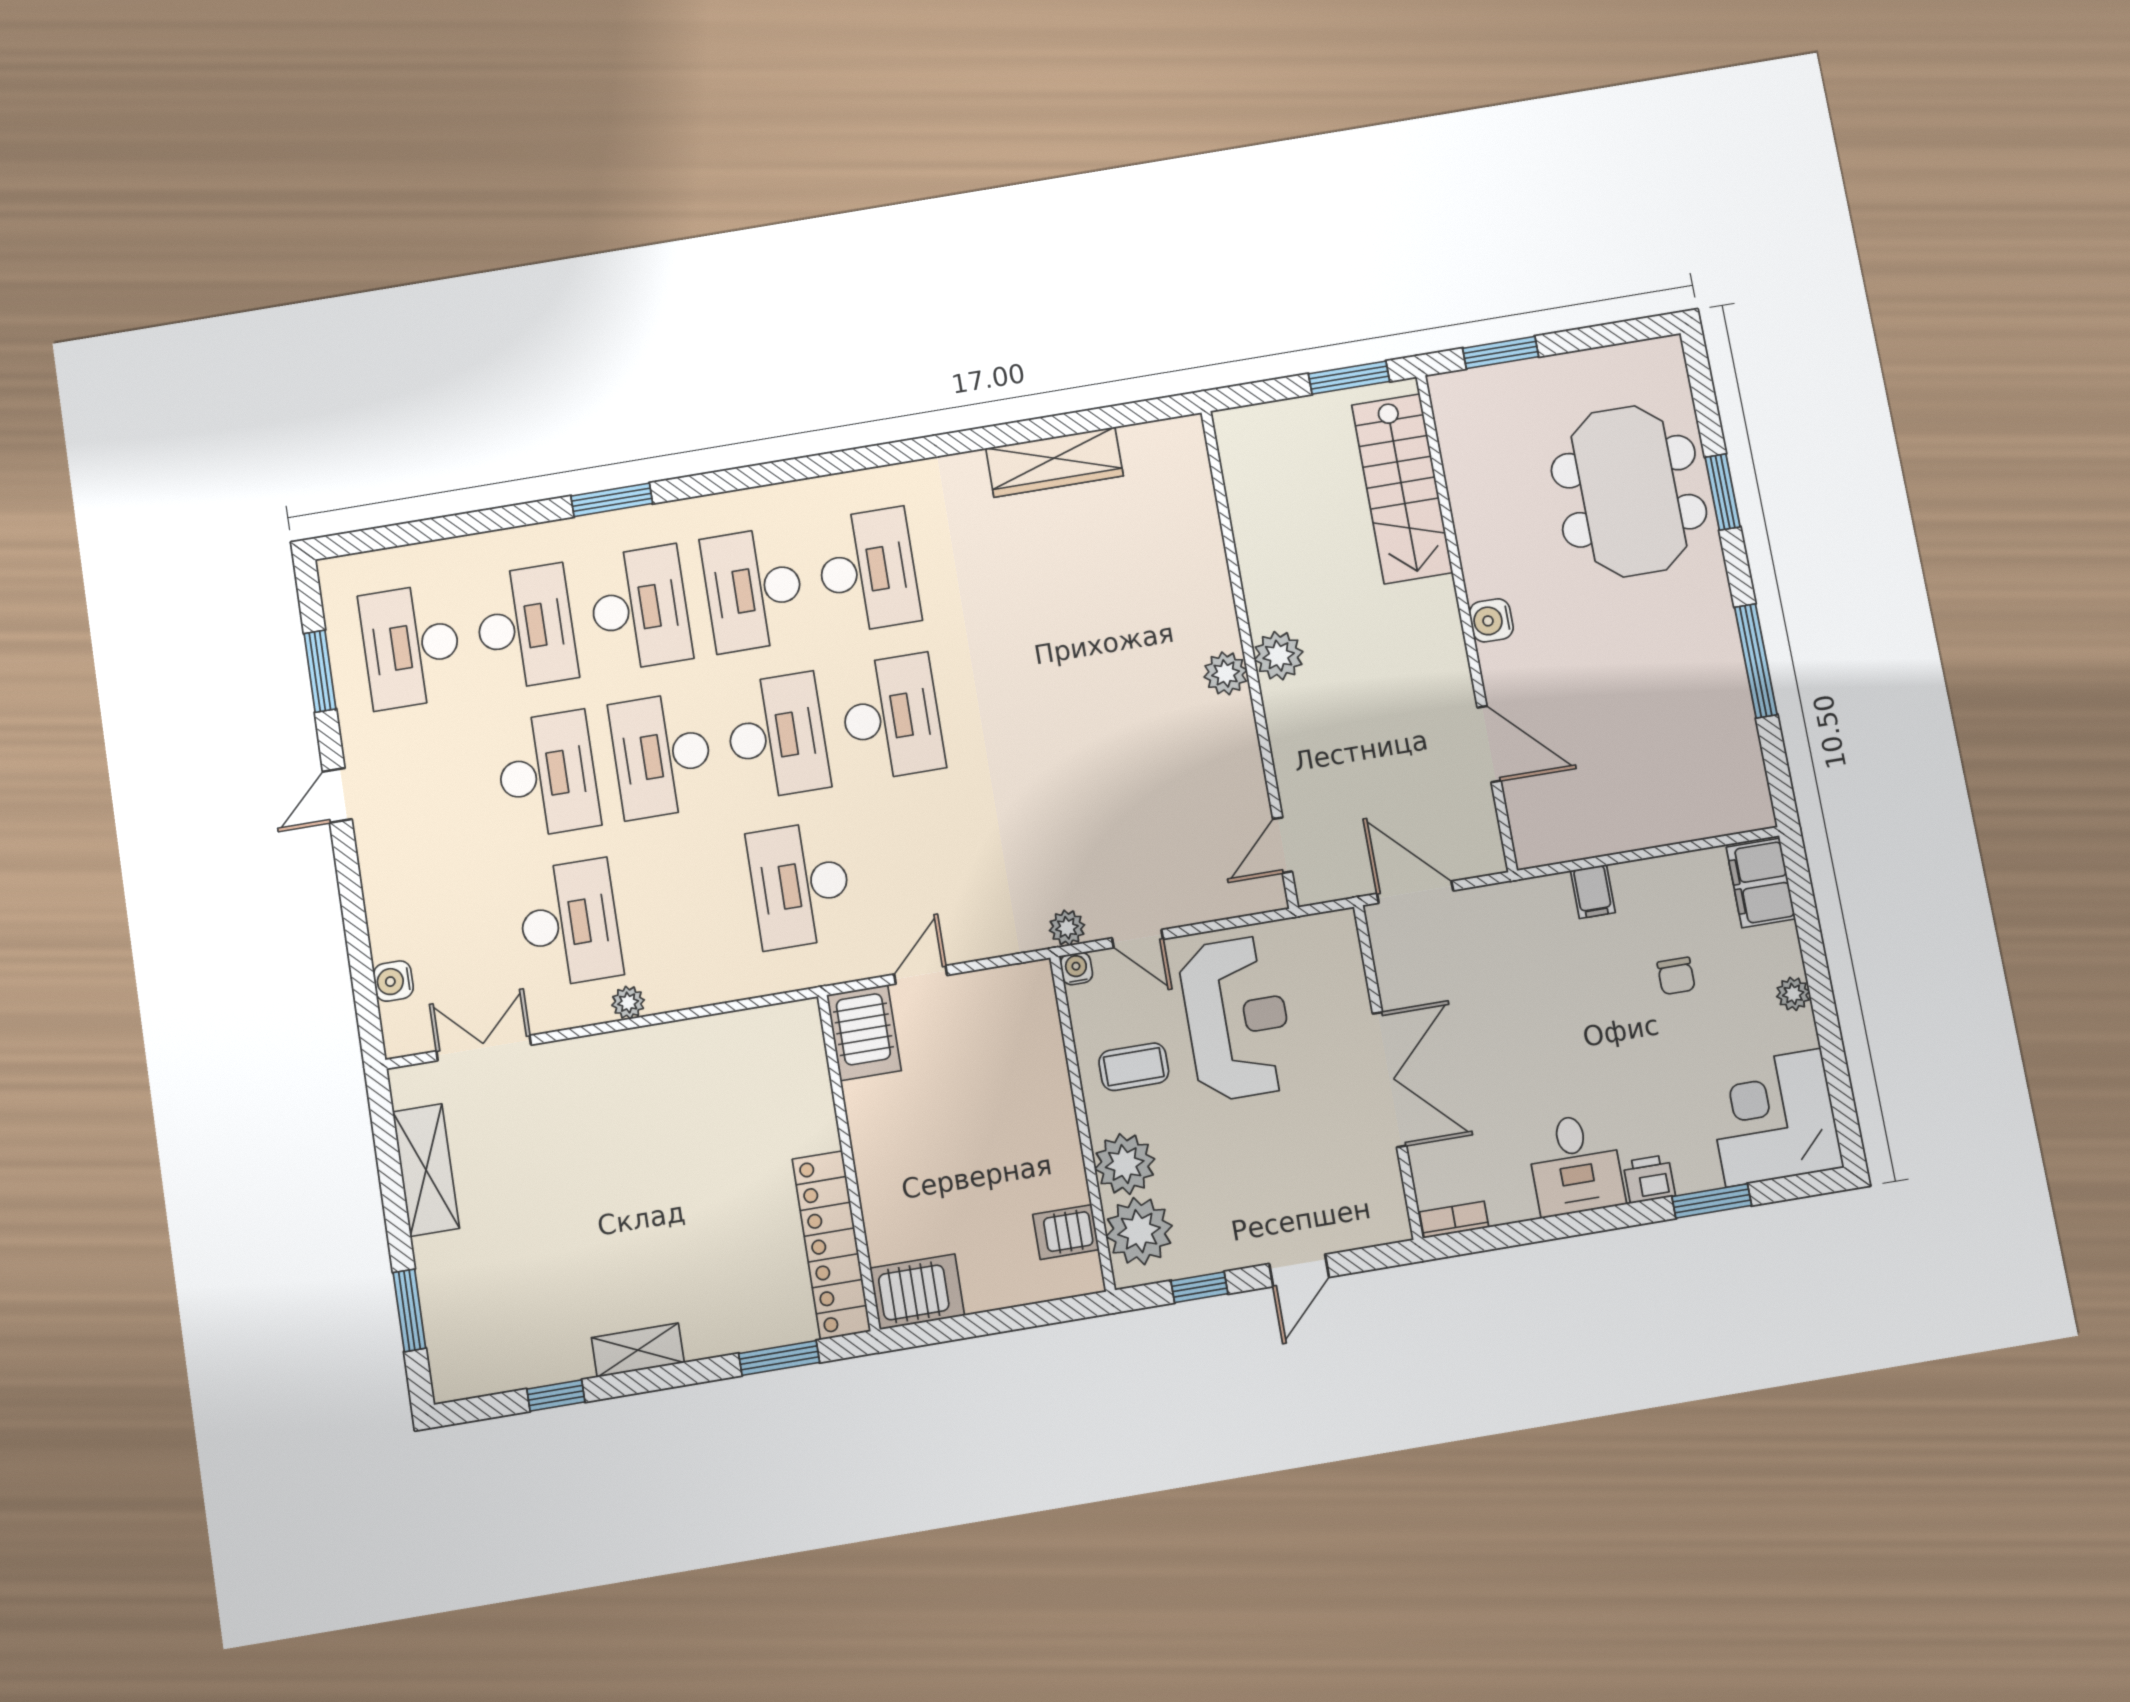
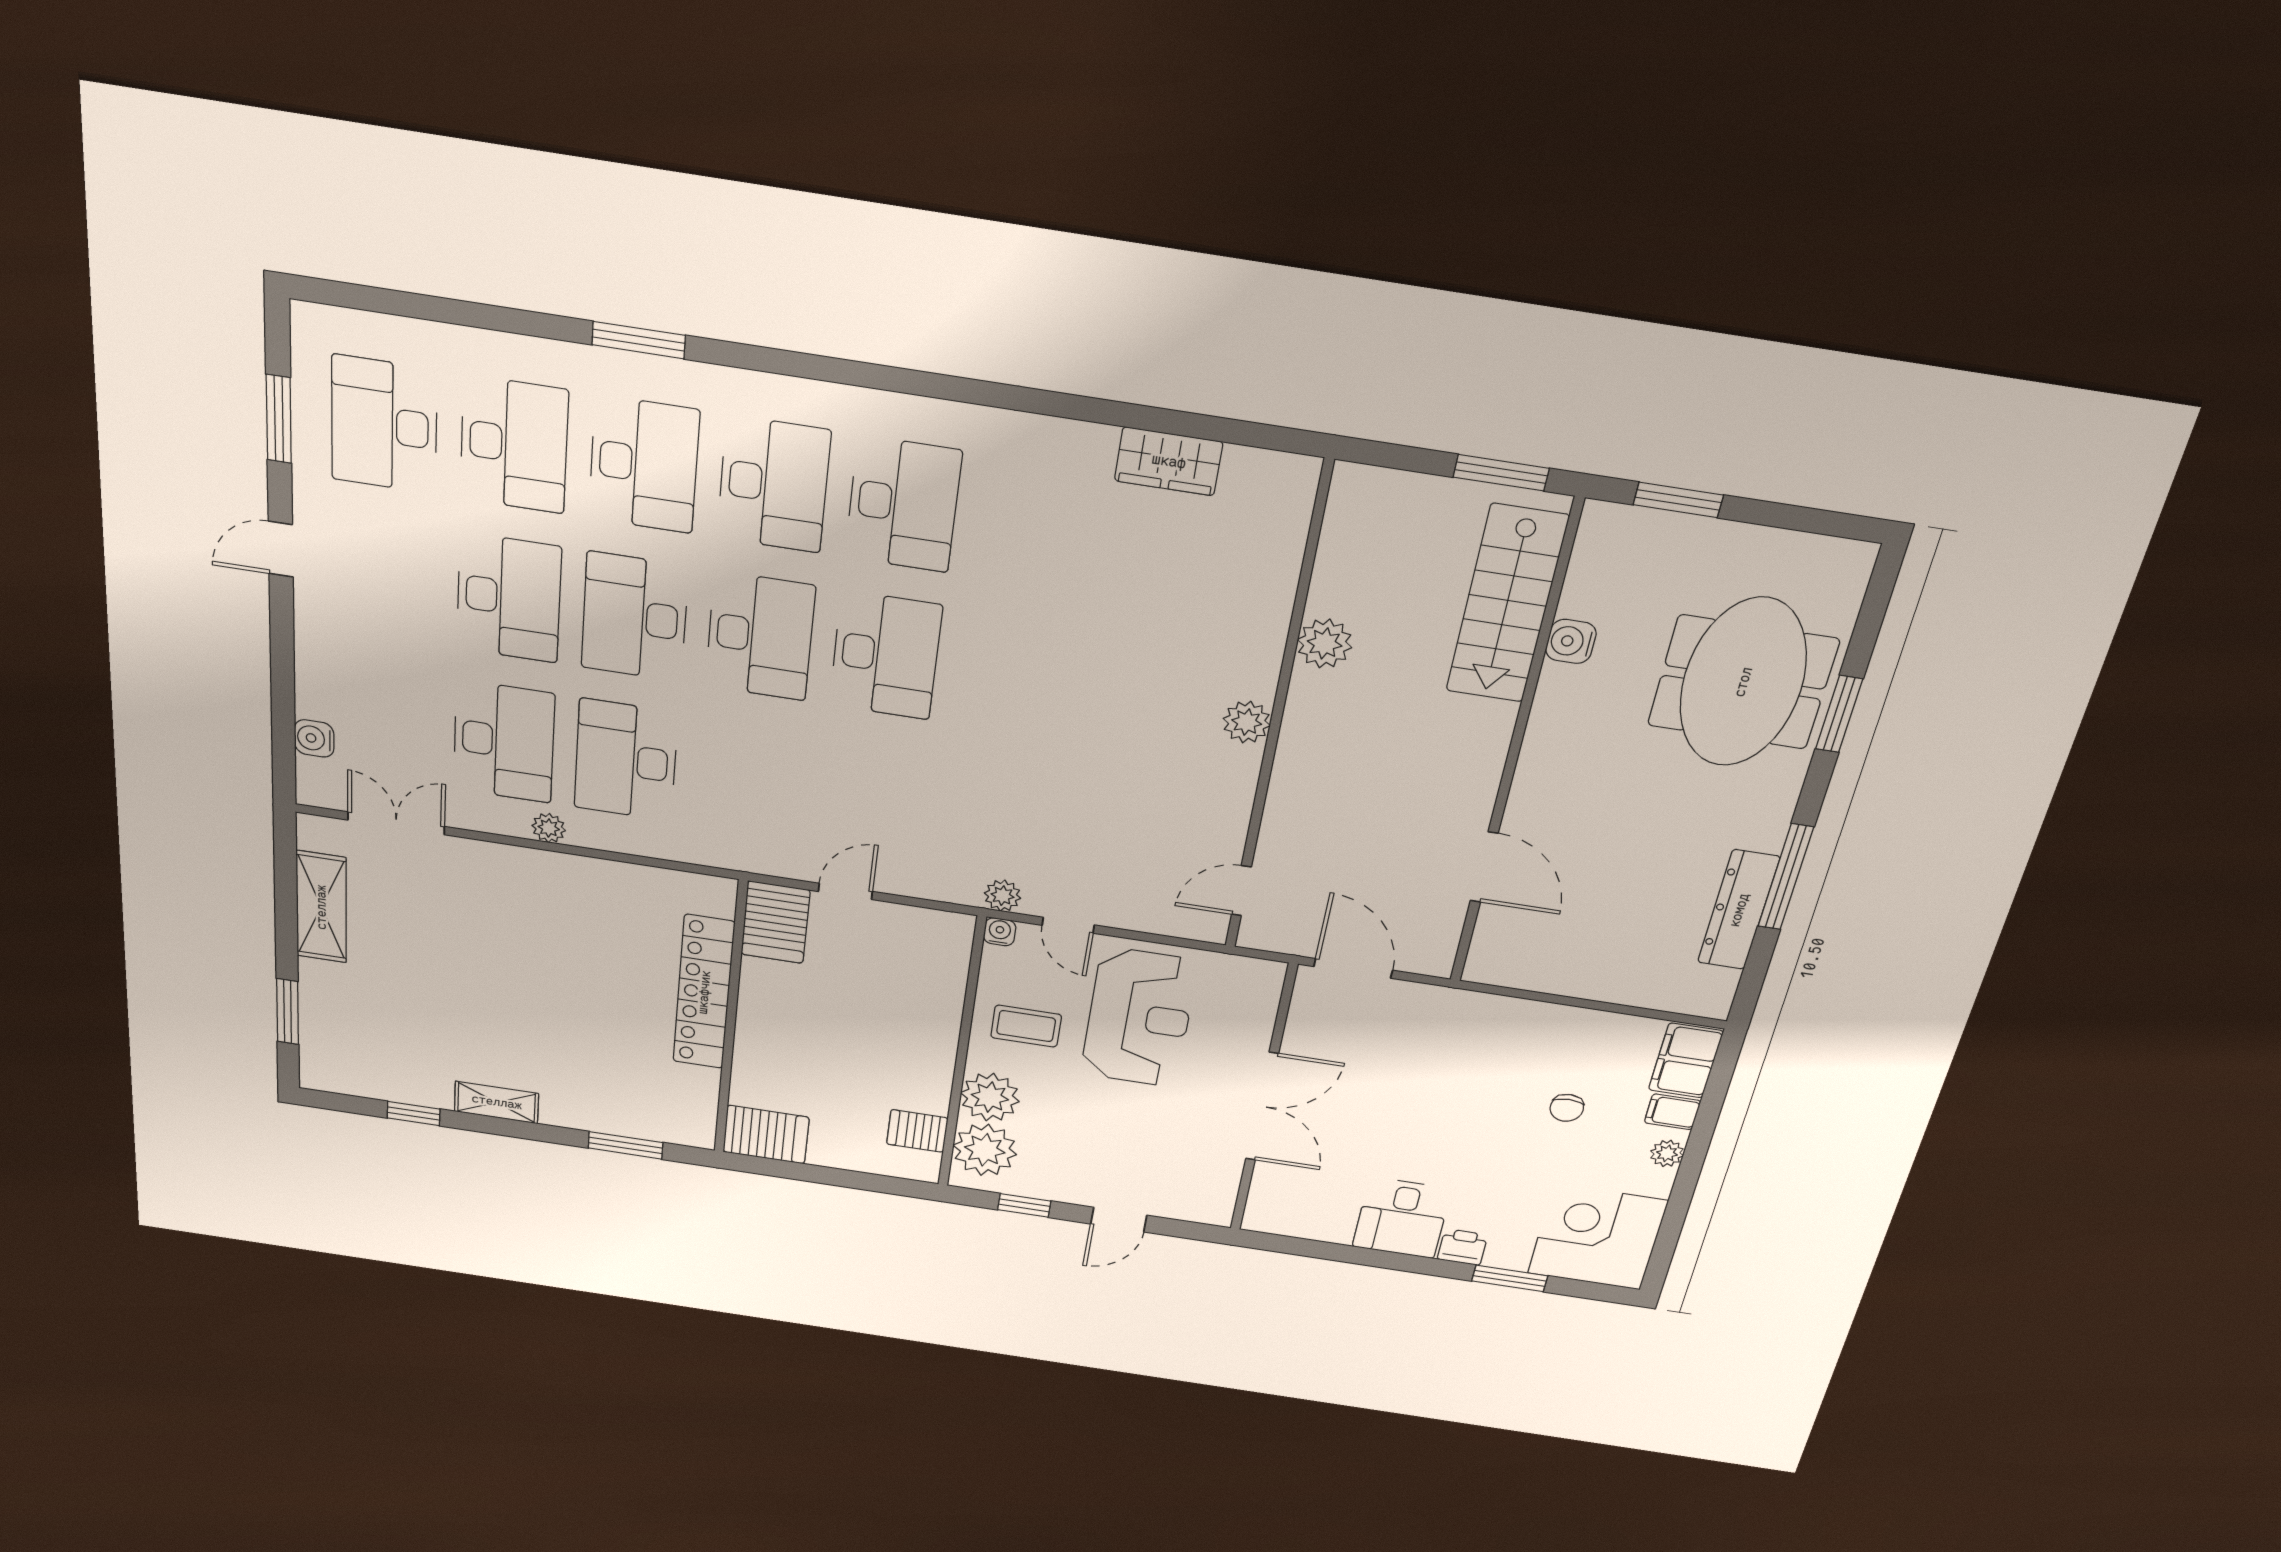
wardrobe: (1055, 462) -> (1169, 461), width x0.67
desk: (754, 589) -> (774, 484), turned 180
water cooler: (1491, 620) -> (1571, 641), moved
plant: (1279, 656) -> (1325, 643), moved
dresser: (1731, 708) -> (1739, 910), added
desk: (800, 885) -> (626, 760), moved
filing cabinet: (1593, 892) -> (1672, 1112), moved, turned 90
bookcase: (1454, 1220) -> (1274, 1225), removed
locker: (831, 1245) -> (704, 992), moved

